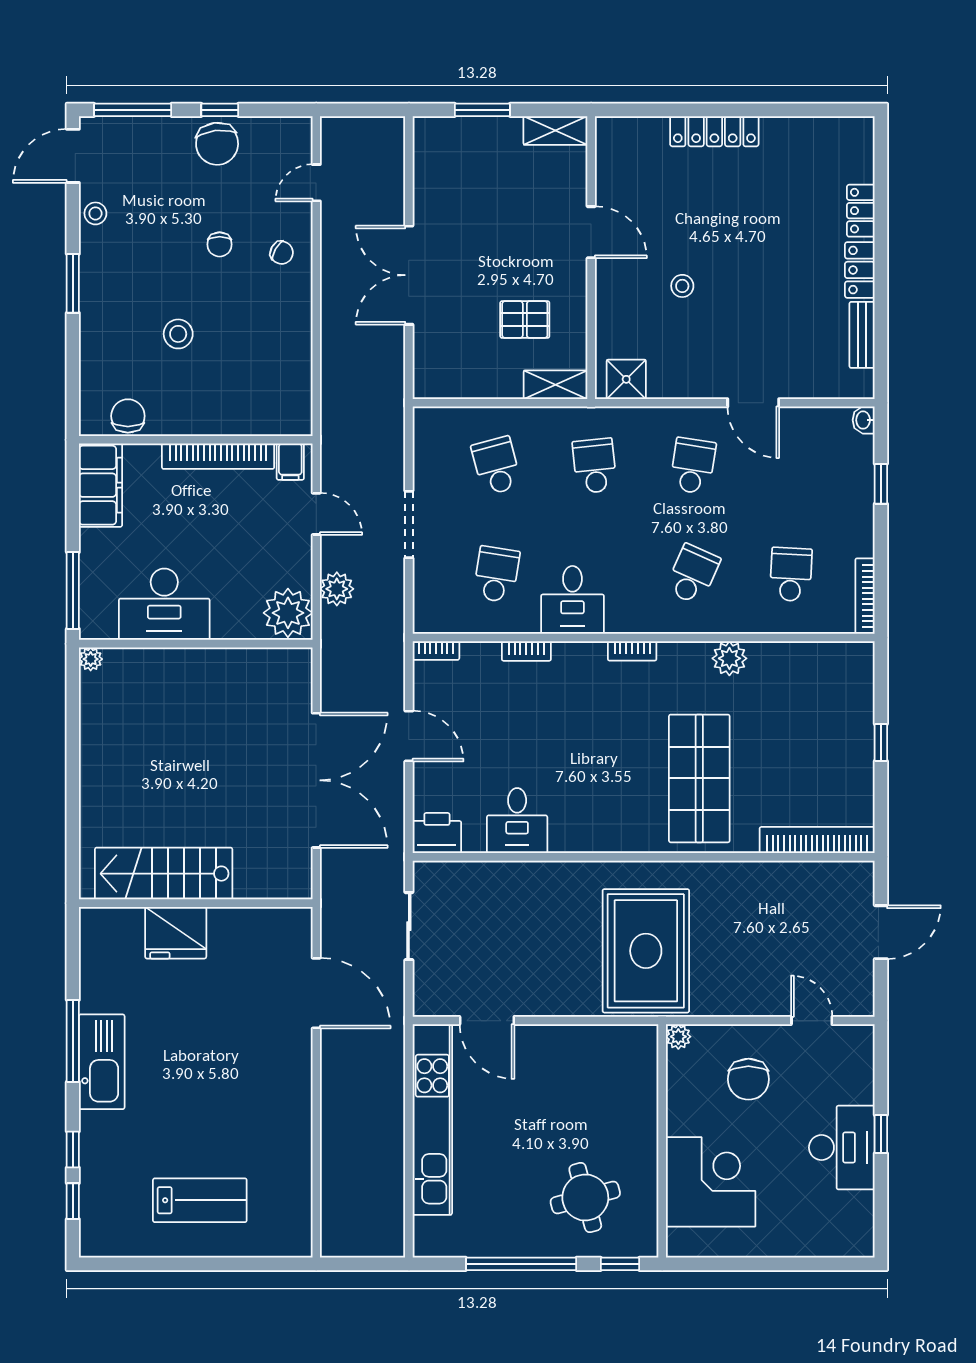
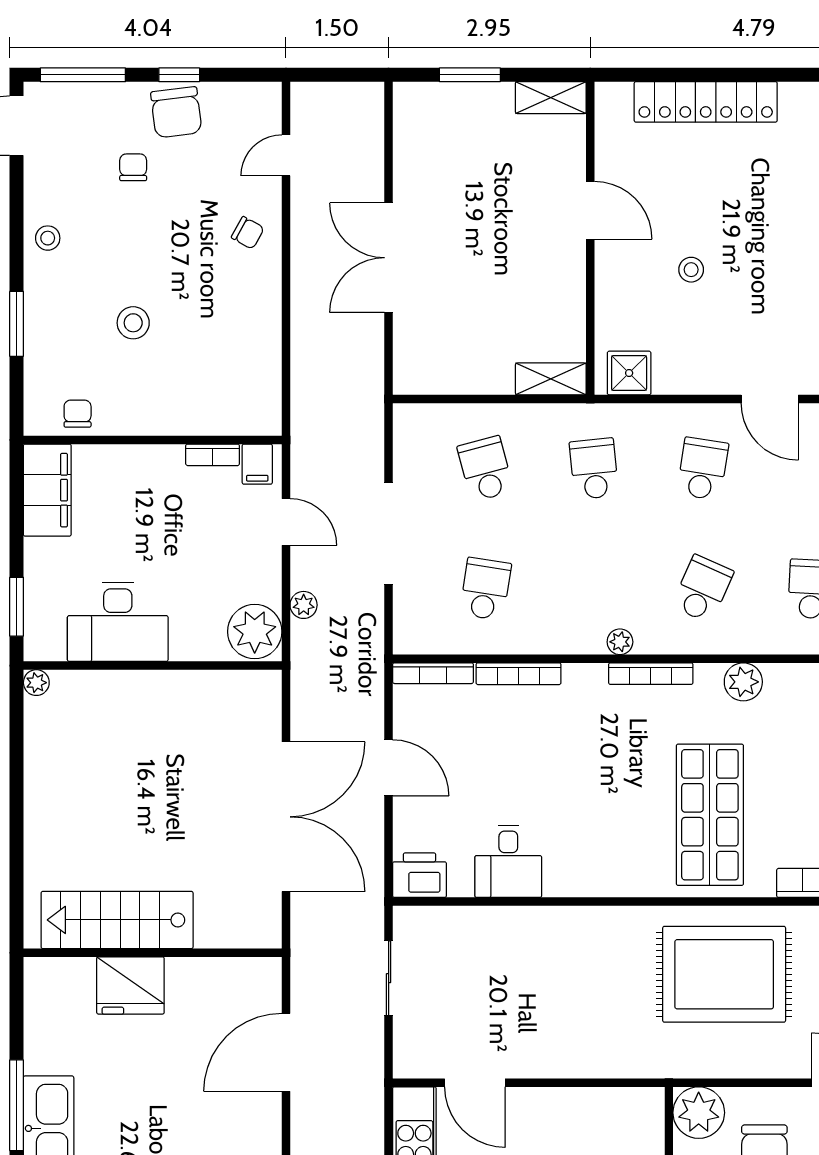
locker: (714, 131) -> (706, 102), width x1.41, depth x1.21
stool: (95, 213) -> (48, 238), moved
chair: (220, 244) -> (133, 167), moved, turned 180
window: (73, 283) -> (17, 324), moved
pallet: (525, 320) -> (517, 307), removed
chair: (128, 416) -> (78, 414), width x0.73, depth x0.73
bookcase: (218, 456) -> (213, 455), width x0.43, depth x0.76
doorway: (409, 524) -> (389, 534), width x1.36
plant: (337, 589) -> (304, 605), width x0.73, depth x0.73
window: (73, 590) -> (17, 607), width x0.69
desk: (572, 600) -> (570, 617), removed
plant: (618, 622) -> (620, 642), added
bookcase: (436, 651) -> (433, 673), width x1.56
bookcase: (526, 651) -> (519, 674), width x1.56
bookcase: (632, 651) -> (651, 674), width x1.56
rug: (646, 951) -> (724, 974), moved, turned 90
door: (316, 993) -> (286, 1052), swing flipped
plant: (678, 1037) -> (699, 1113), width x1.87, depth x1.87

